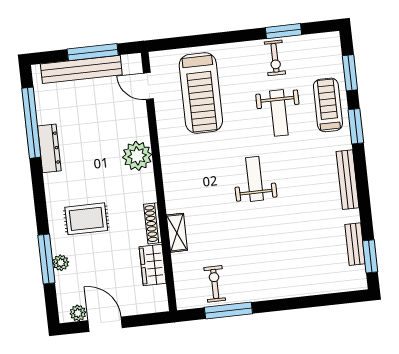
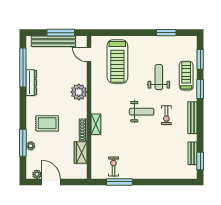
exercise bike: (275, 58) -> (166, 115), moved
weight bench: (279, 113) -> (159, 77), turned 180
weight bench: (255, 179) -> (142, 112), turned 90
shelving: (177, 233) -> (96, 124), moved

